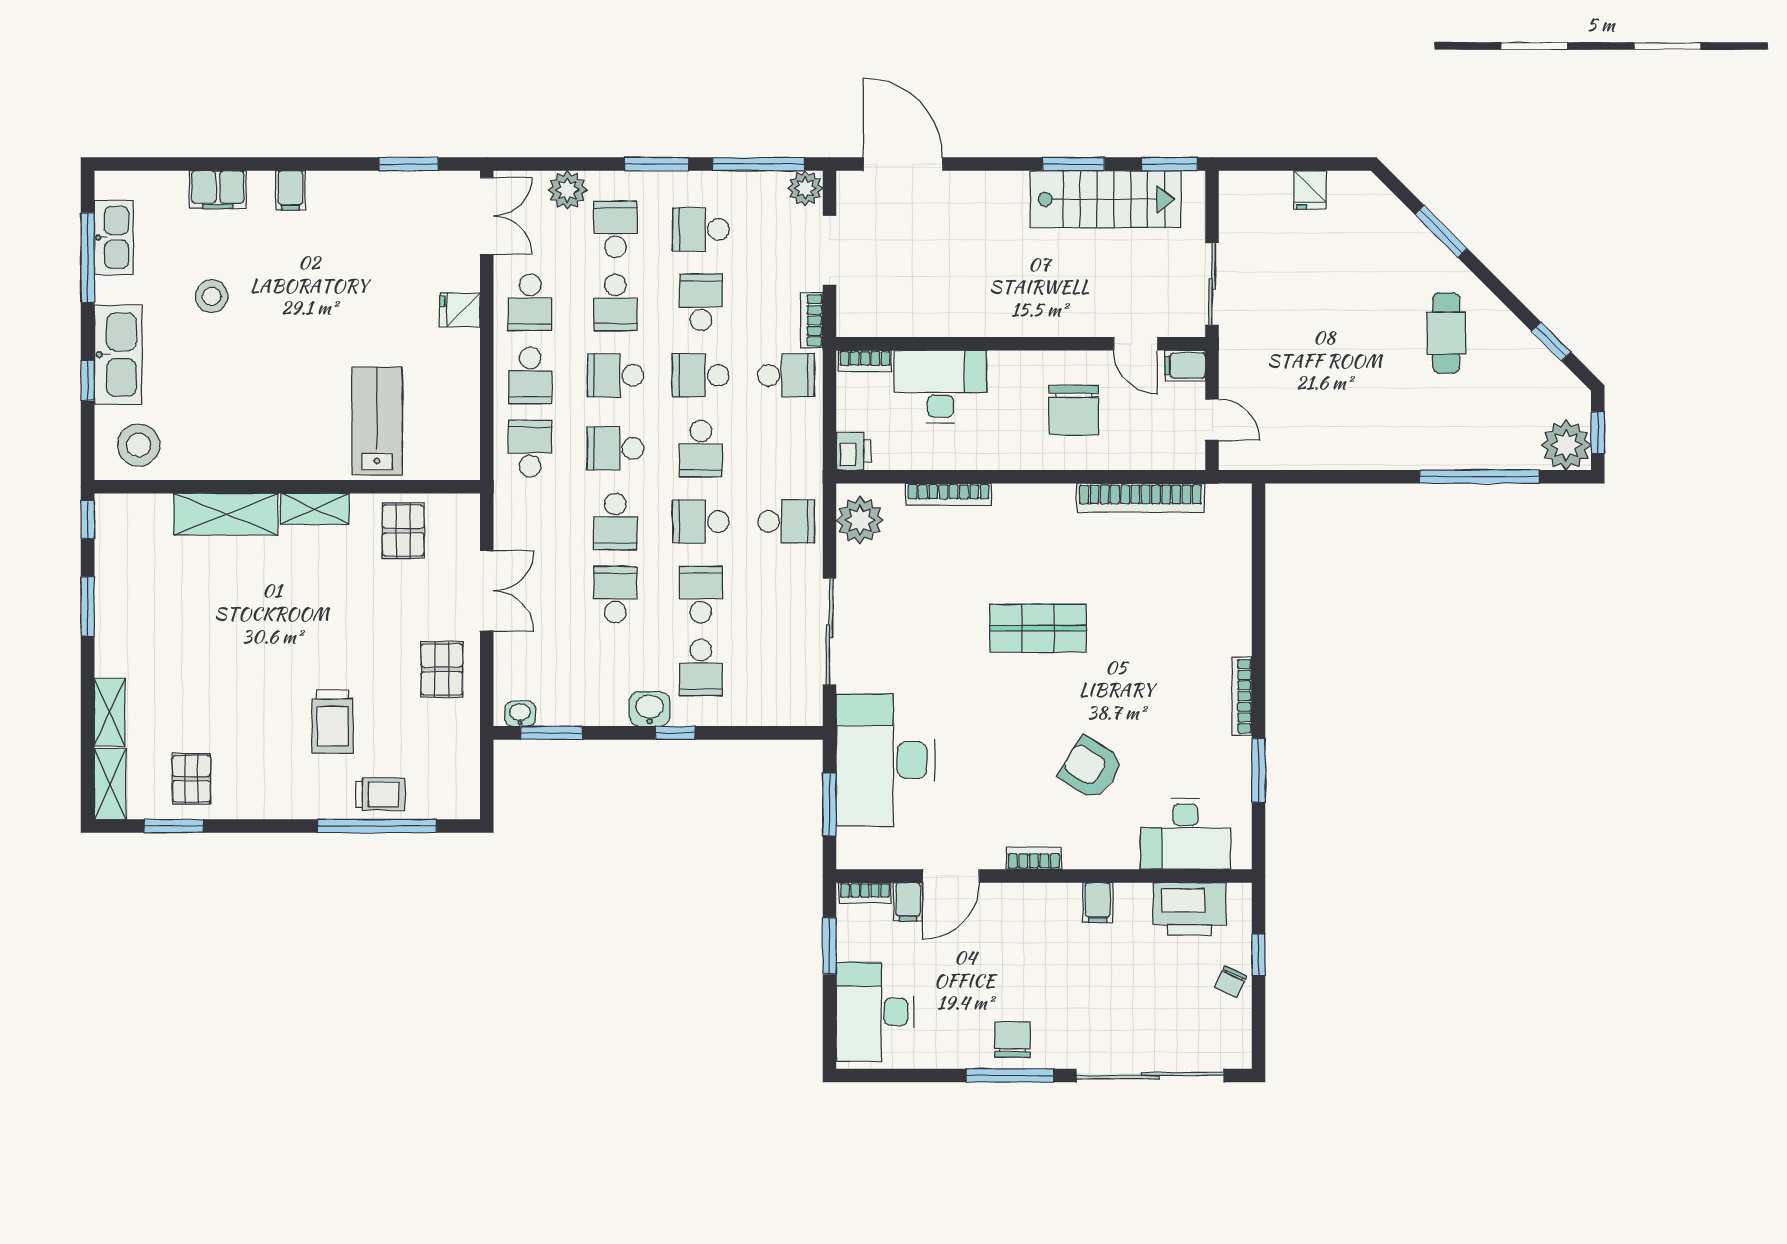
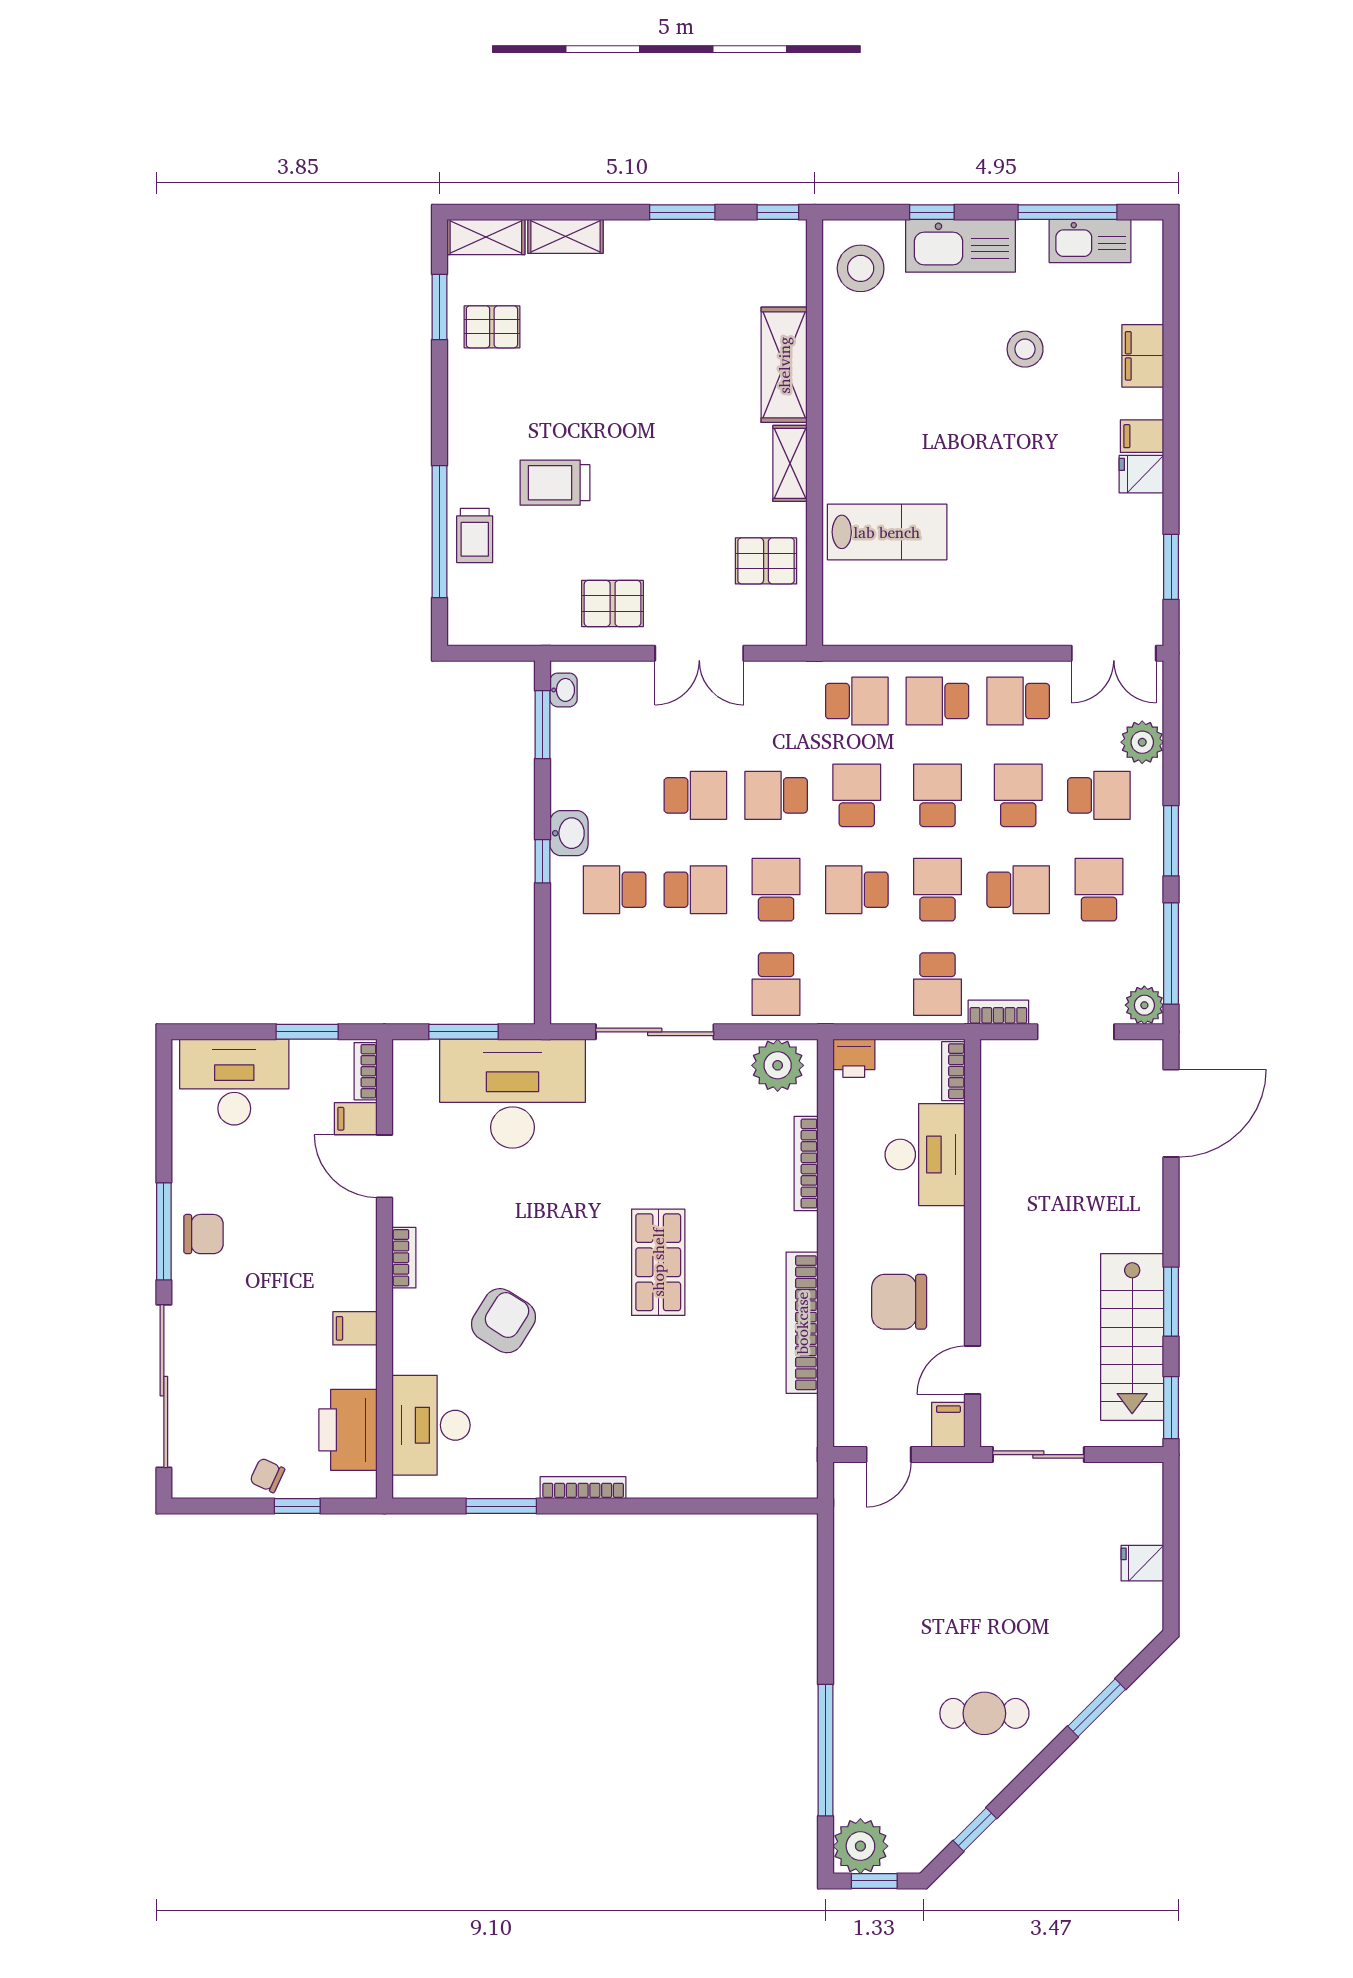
school desk: (615, 302) -> (1018, 795), turned 90
fridge: (460, 310) -> (1141, 474), moved, turned -90
bookcase: (1141, 498) -> (802, 1323), moved

